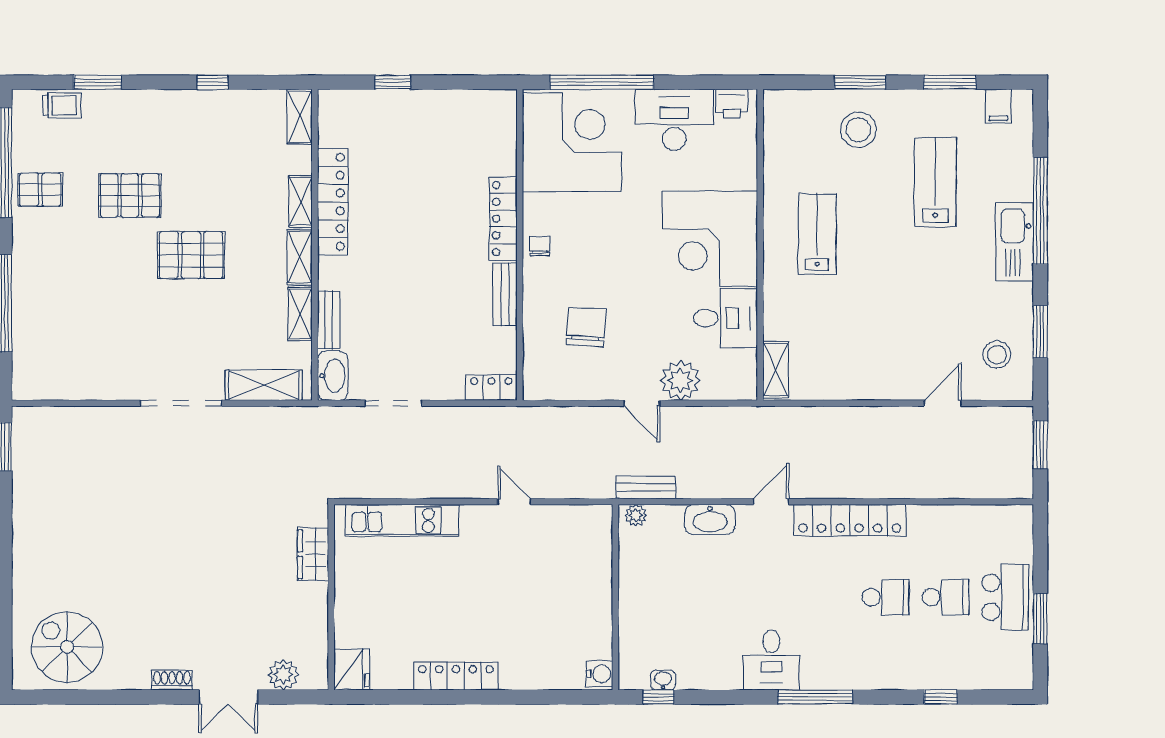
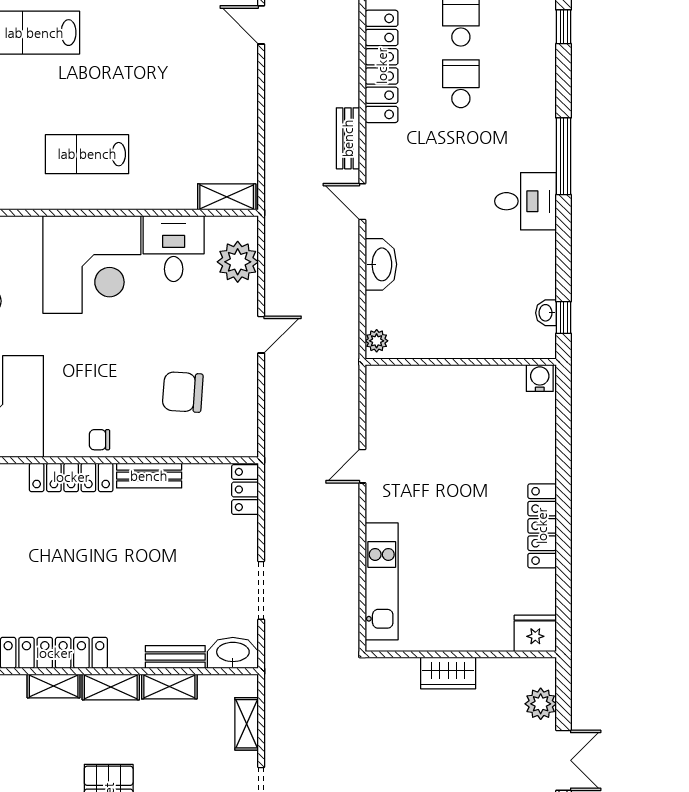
plant: (680, 380) -> (238, 262), moved
shelving: (264, 385) -> (247, 724), width x0.67, depth x0.75
bench: (646, 488) -> (348, 138), moved
locker: (850, 520) -> (382, 66), moved
wardrobe: (313, 554) -> (448, 673), moved

